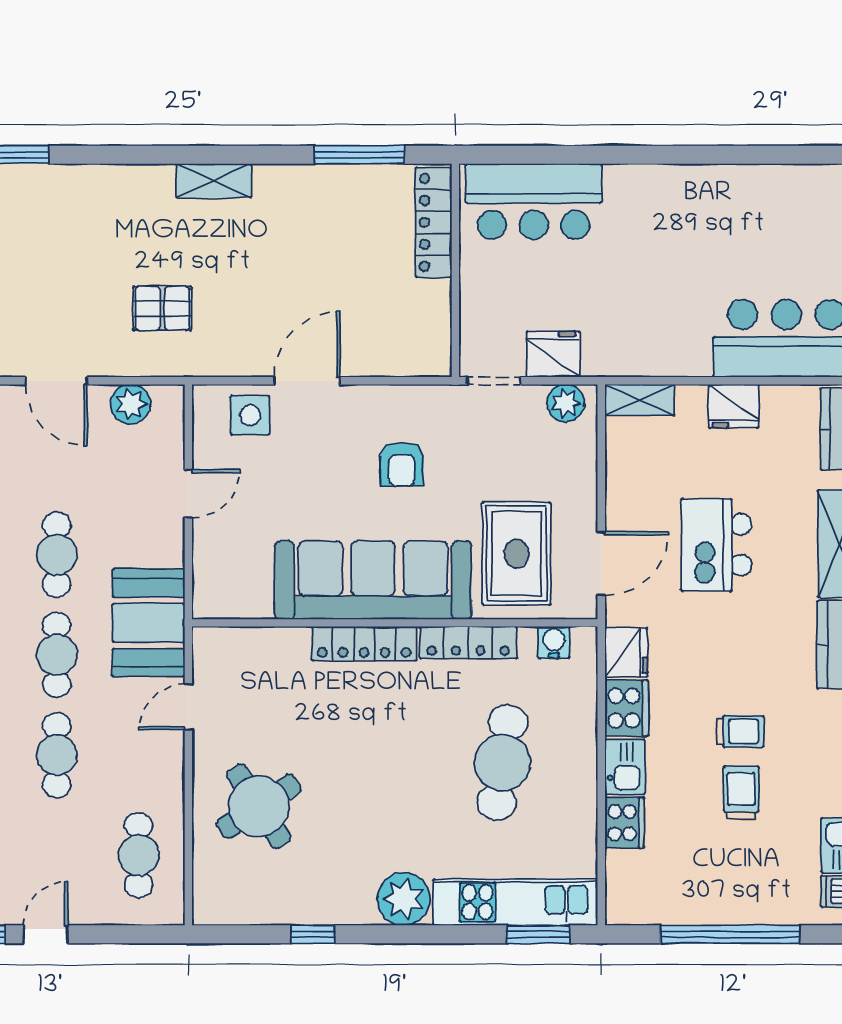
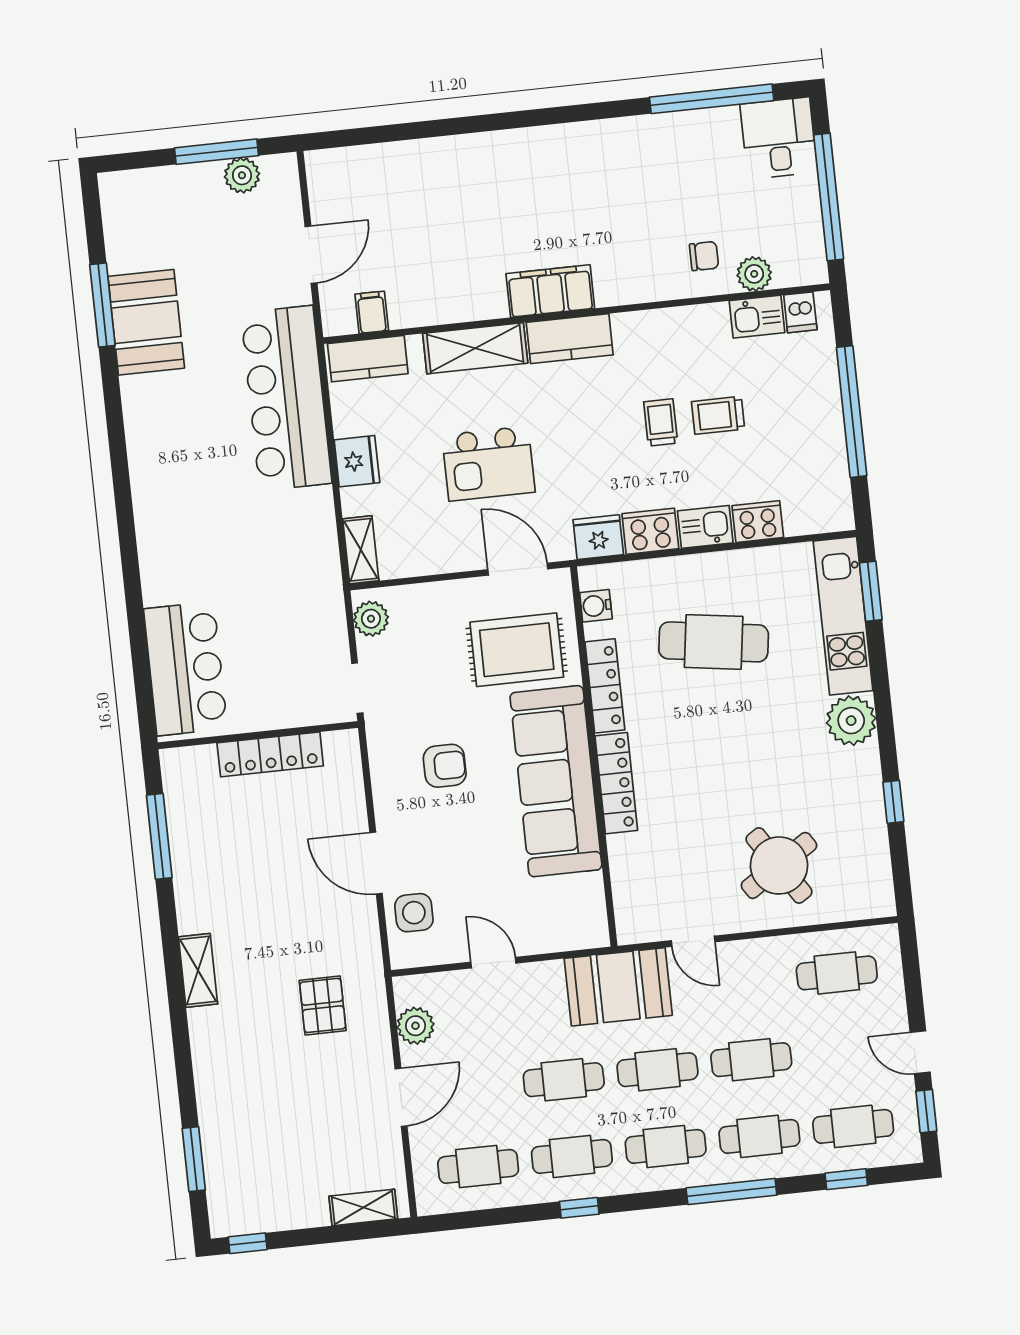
locker: (434, 222) -> (270, 754), moved
fridge: (553, 354) -> (326, 635), removed

